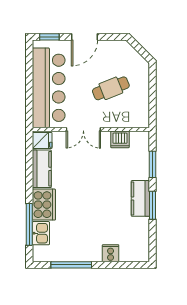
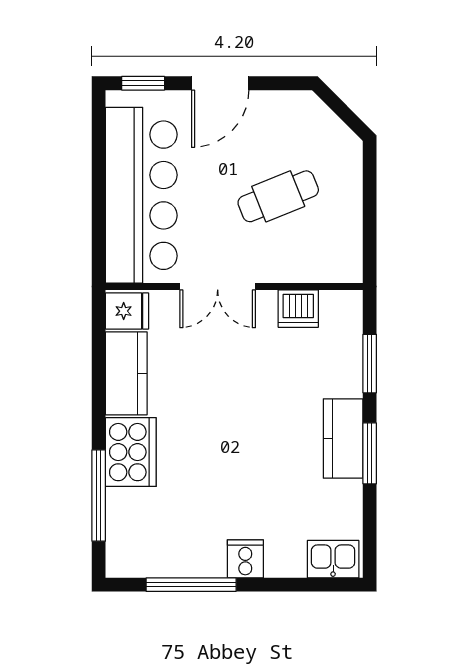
kitchen sink: (41, 233) -> (333, 559), moved, turned -90
cooker: (111, 253) -> (245, 559), moved

